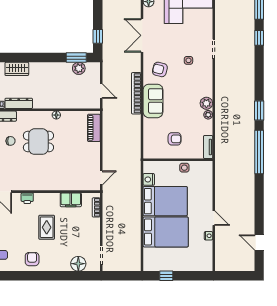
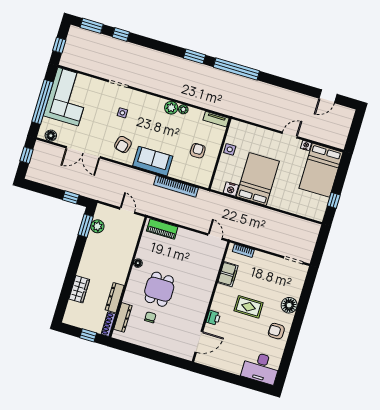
door: (101, 91) -> (127, 211), hinge flipped
bookcase: (136, 93) -> (176, 186), moved
bed: (166, 232) -> (321, 170), moved, turned 180
floor lamp: (78, 264) -> (289, 305), moved

